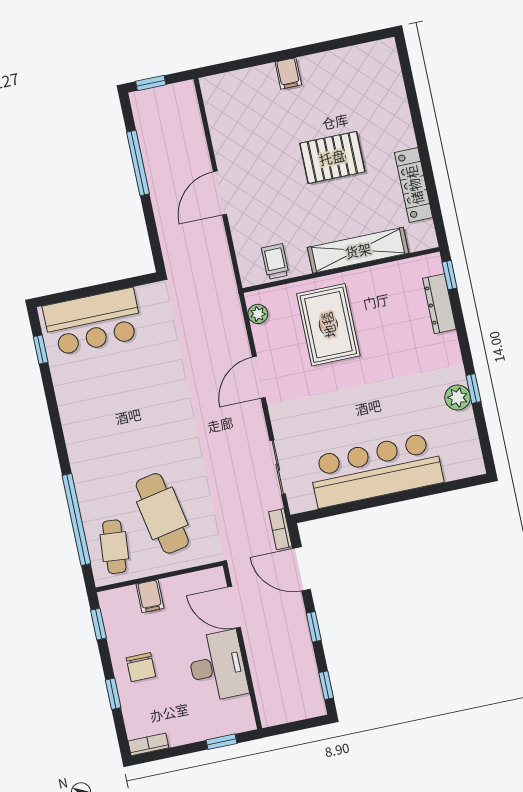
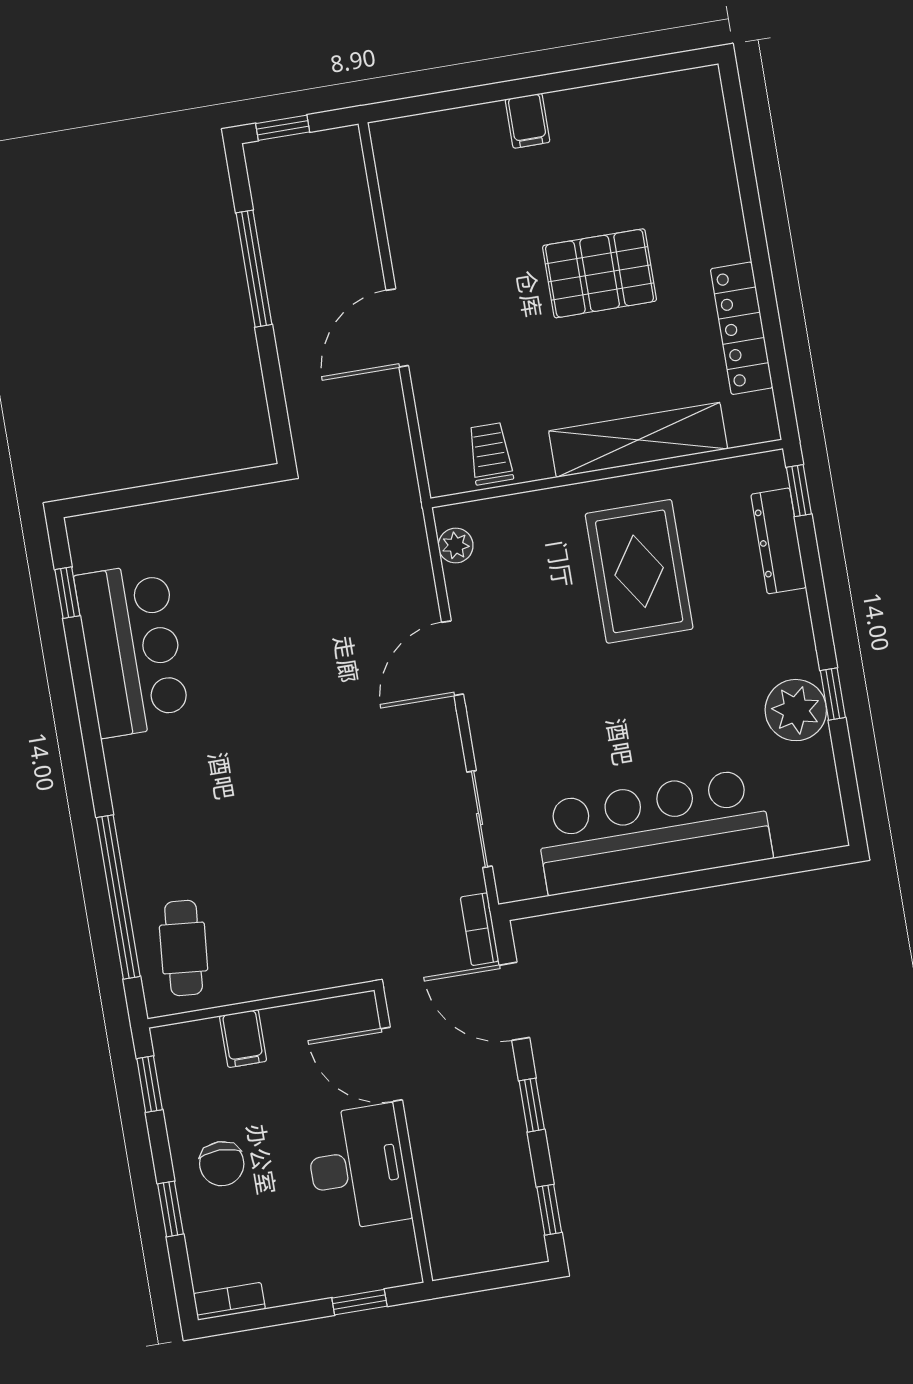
bar counter: (93, 322) -> (132, 650), moved, turned -90
rug: (328, 325) -> (639, 571), moved
plant: (458, 398) -> (796, 710), width x1.36, depth x1.36
cafe table: (162, 513) -> (271, 892), removed

